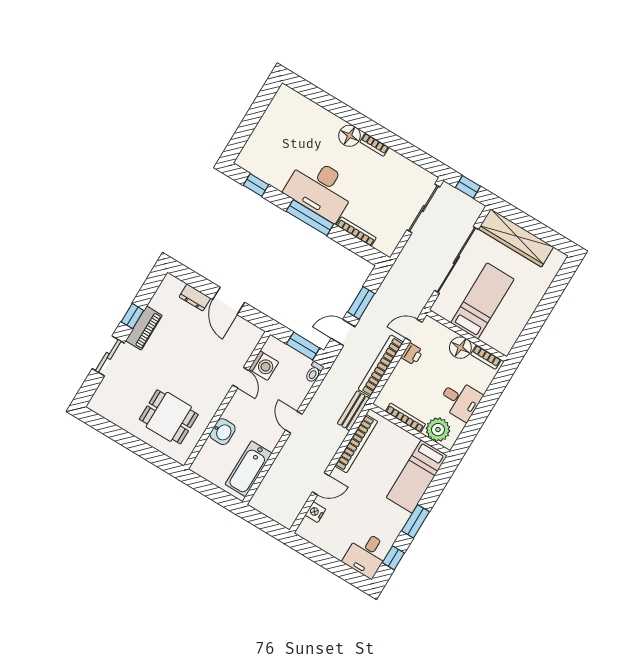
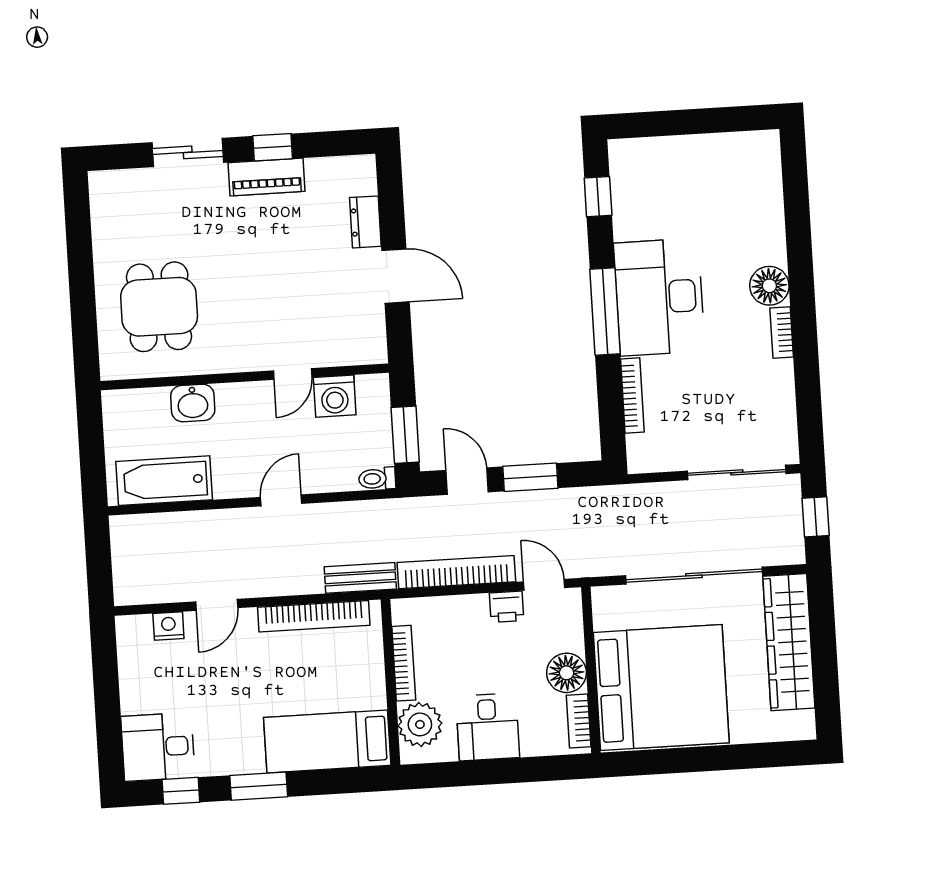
door: (229, 301) -> (395, 276), swing flipped
bed: (482, 301) -> (661, 688), width x2.04
door: (321, 484) -> (217, 605), hinge flipped

